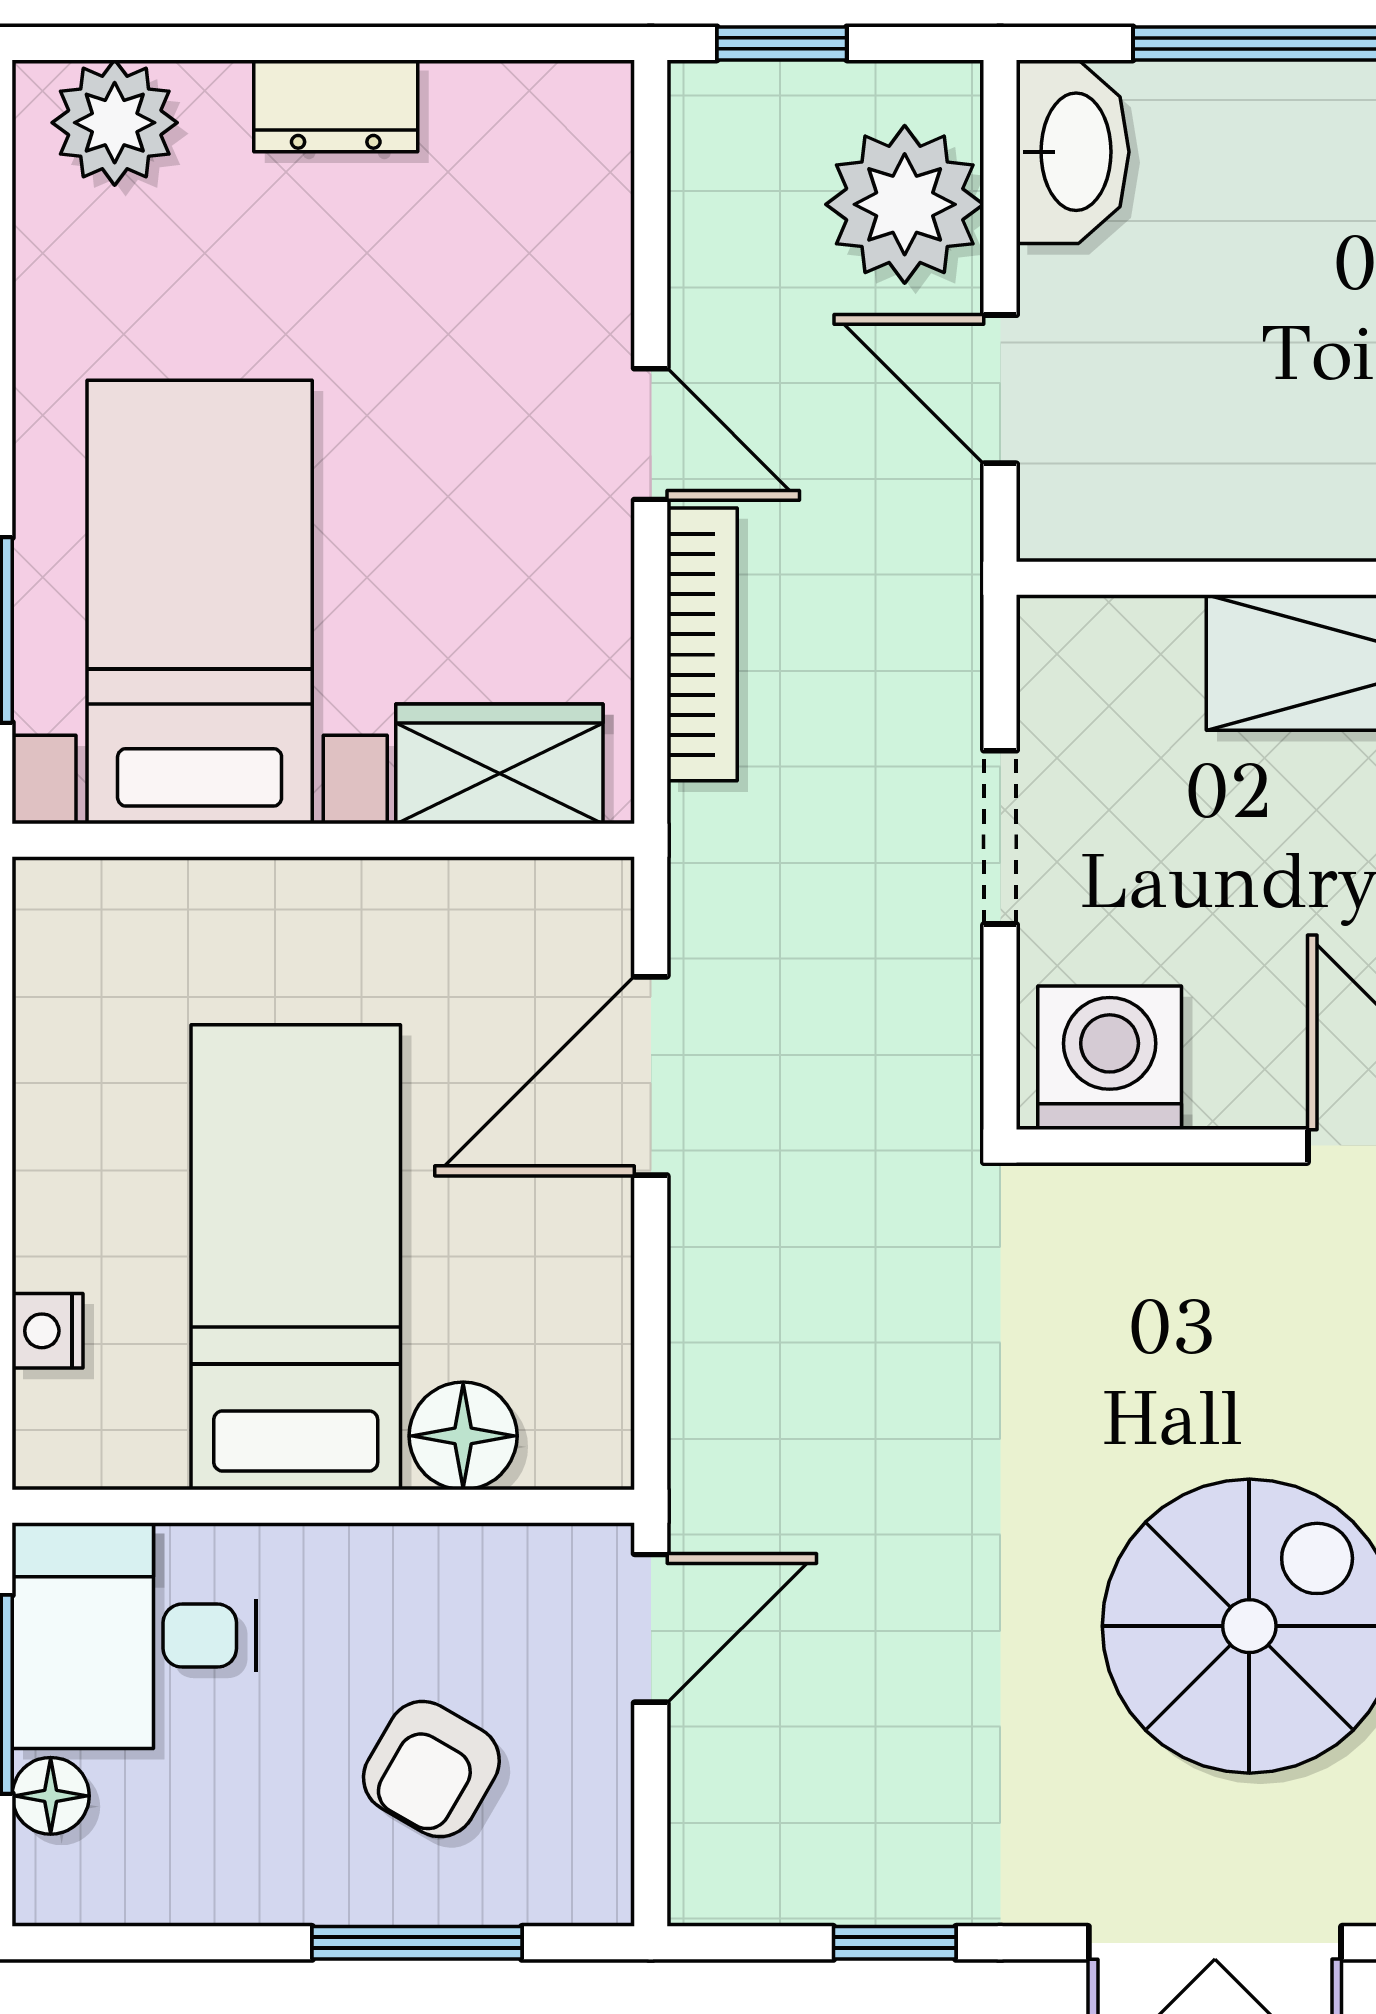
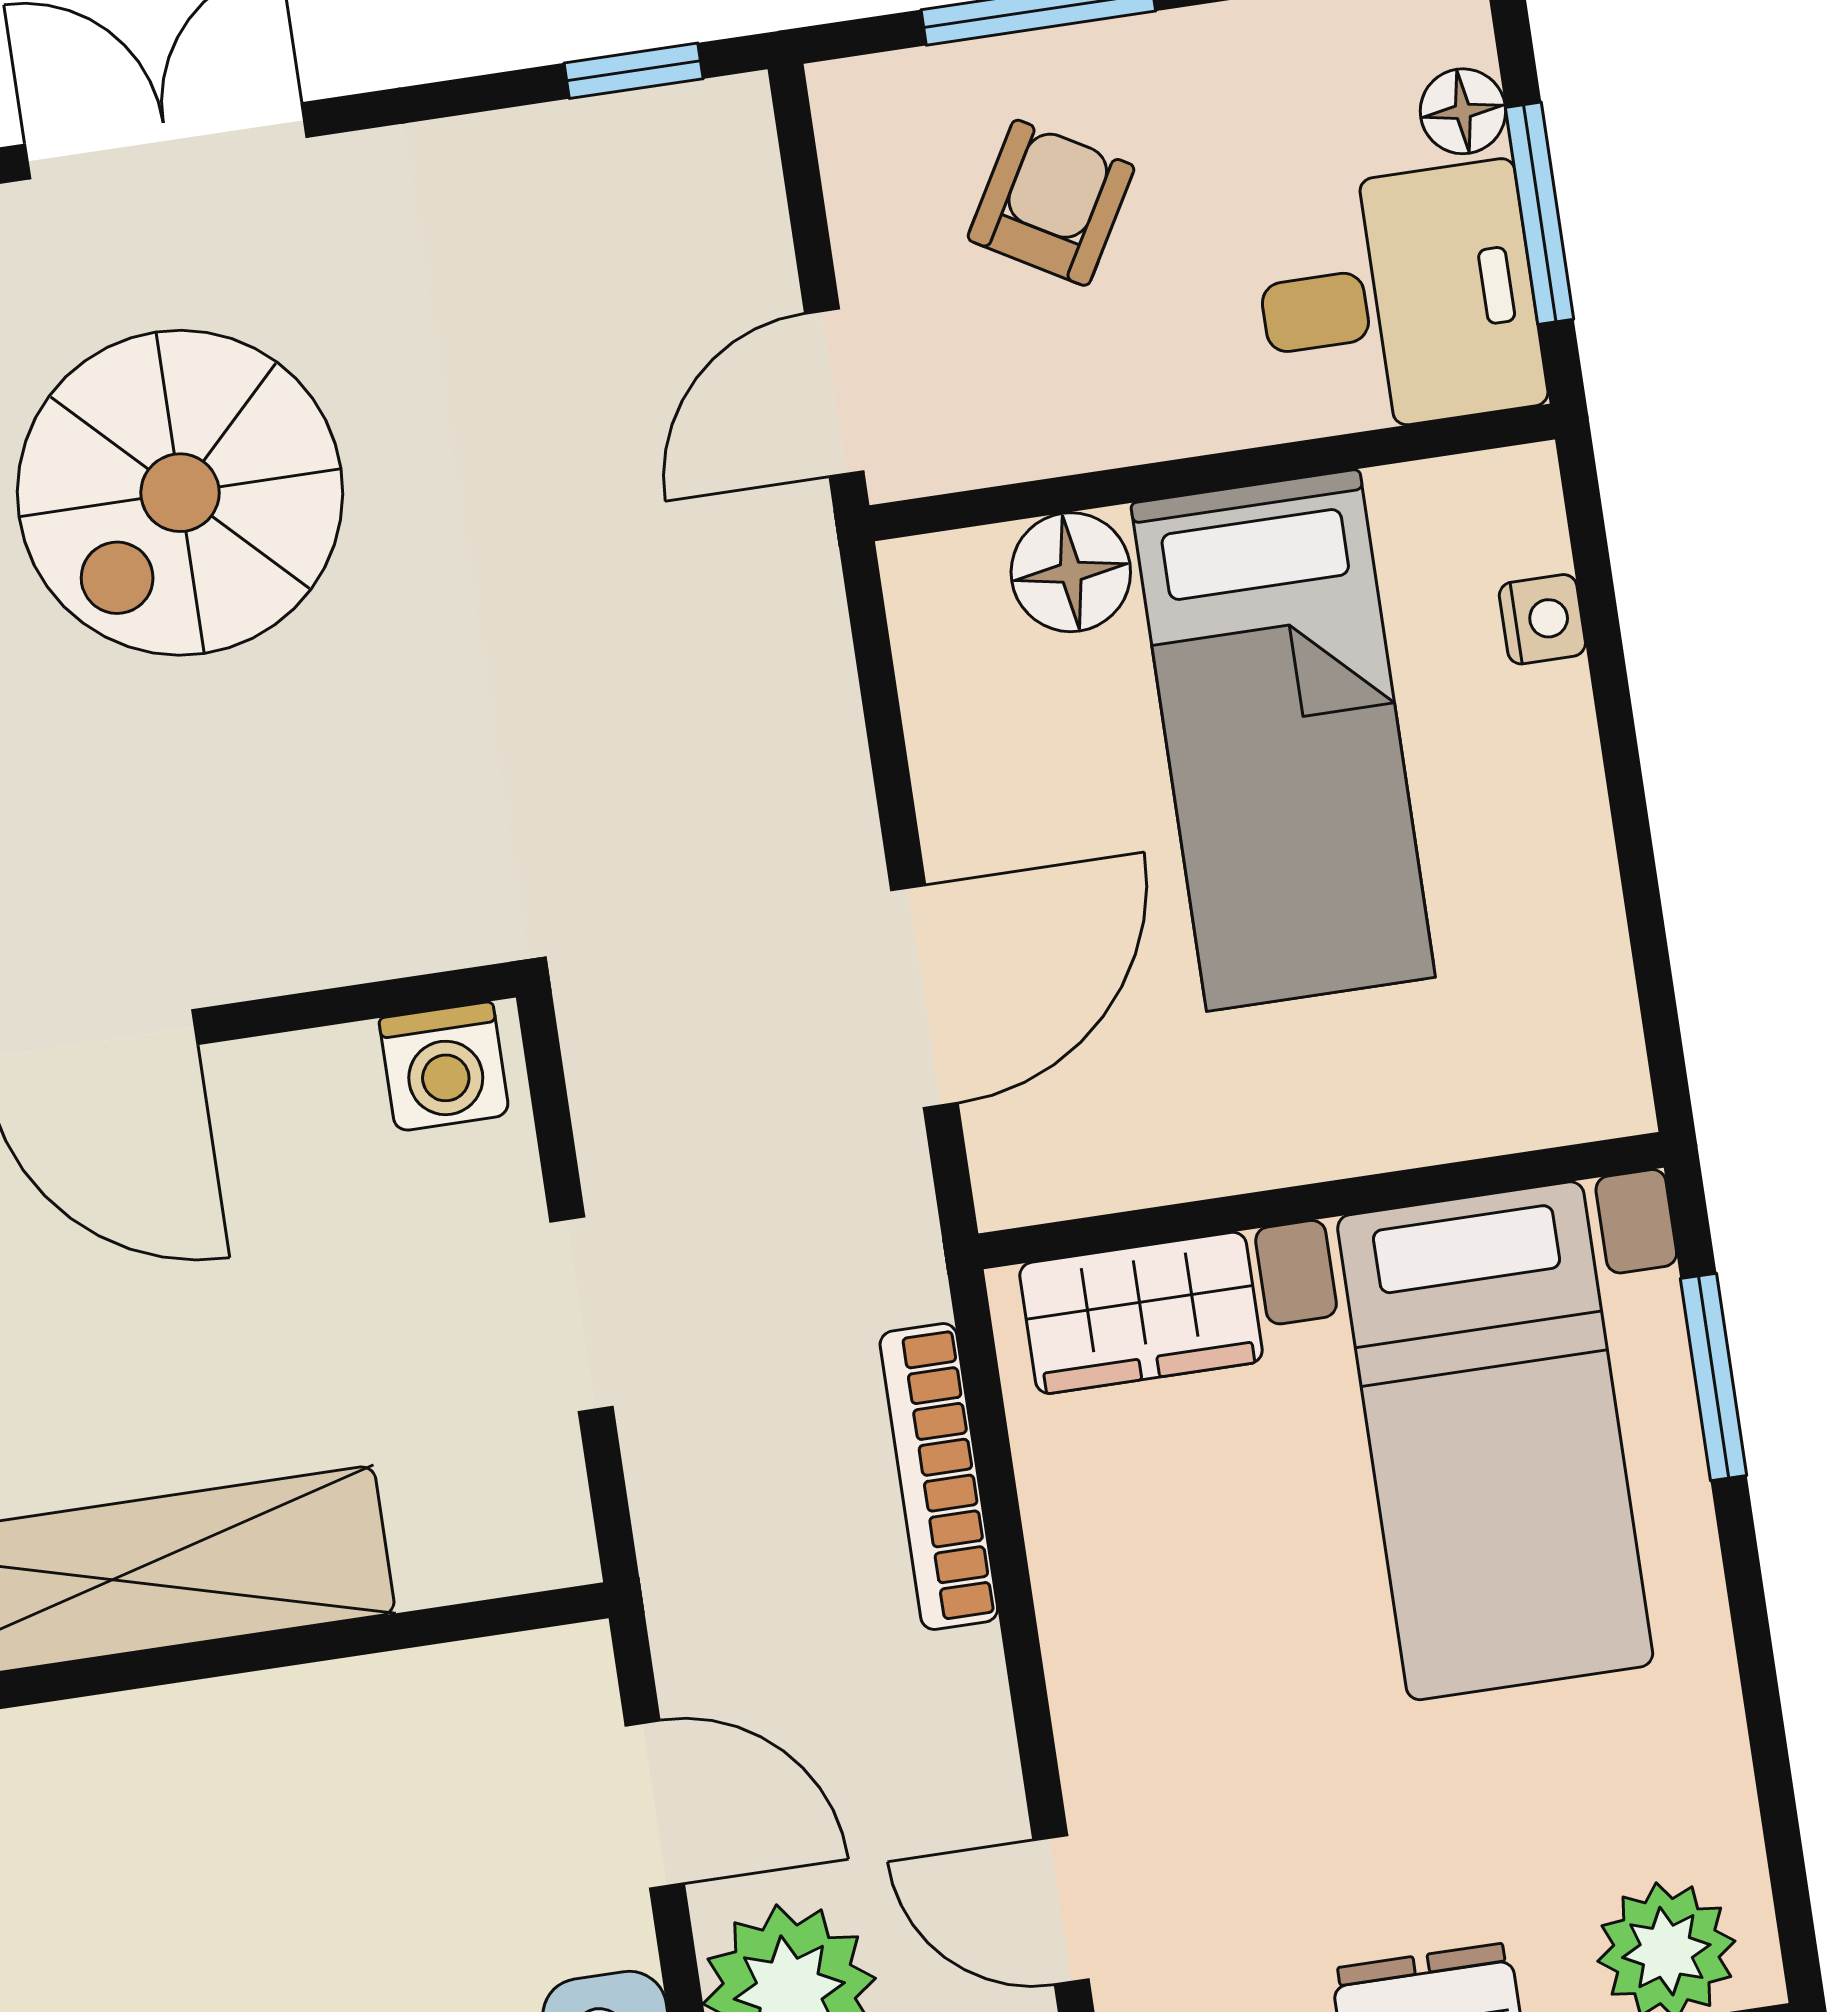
door: (651, 434) -> (1061, 1910), moved
washing machine: (1110, 1058) -> (444, 1067), width x0.73, depth x0.73
window: (895, 1943) -> (634, 71), moved

